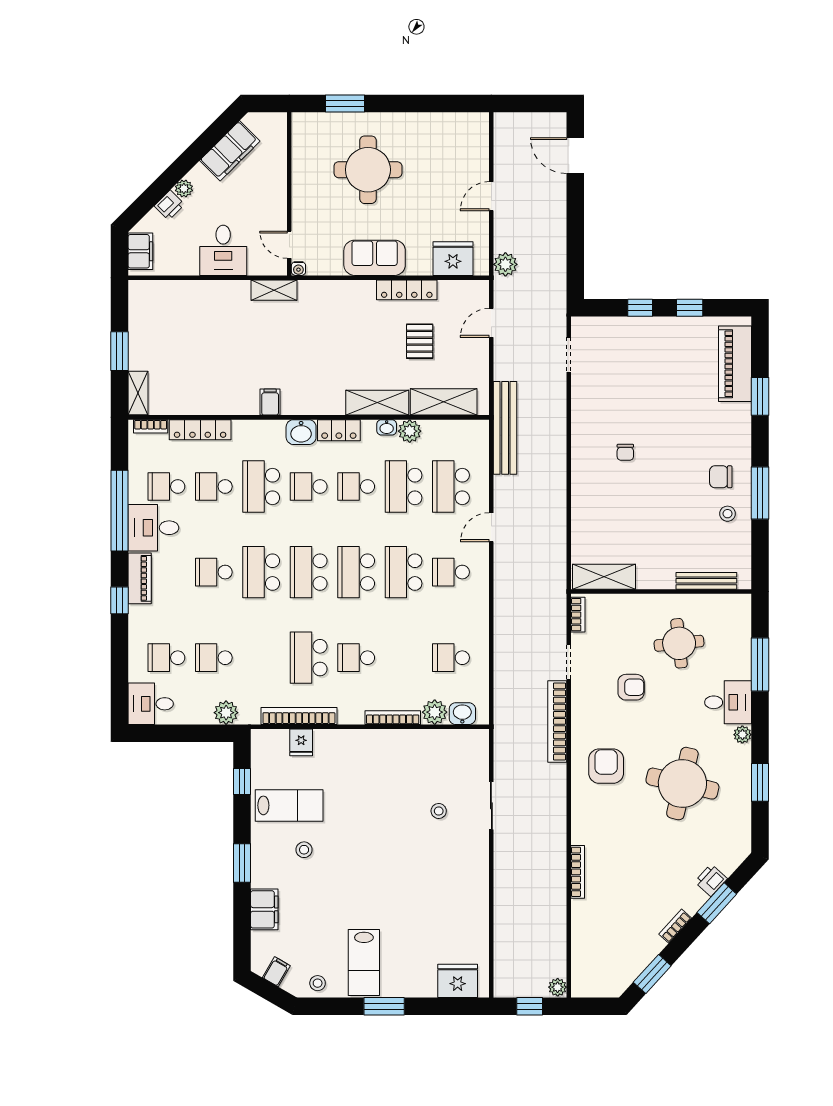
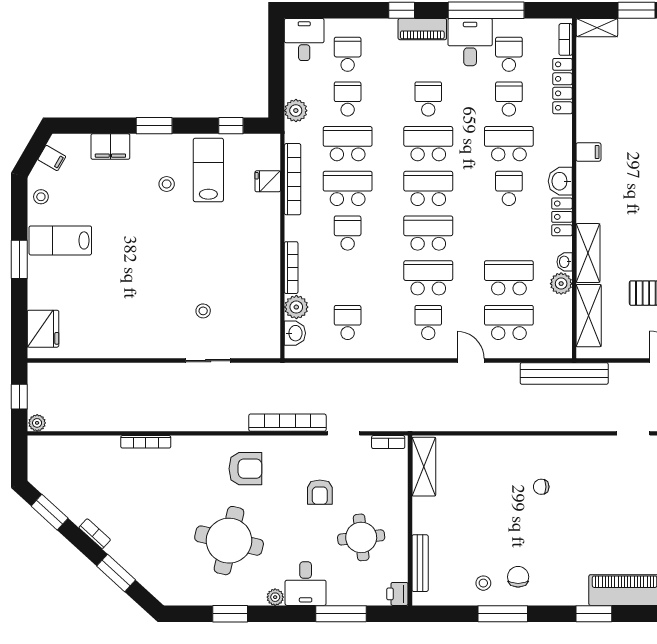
school desk: (356, 487) -> (348, 144), moved, width x1.85
lab bench: (289, 805) -> (208, 170), turned 180
printer: (711, 880) -> (397, 594), moved, turned -132

